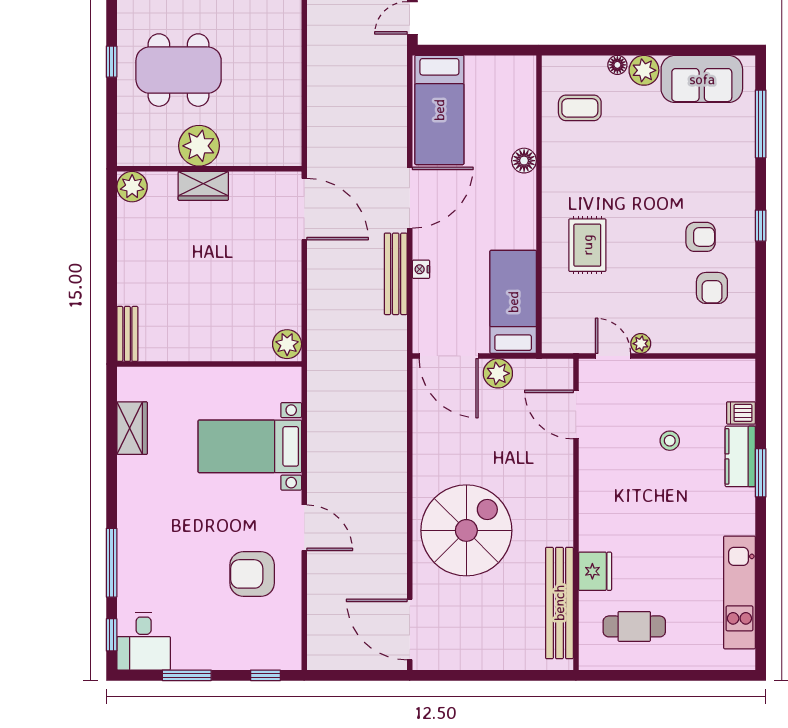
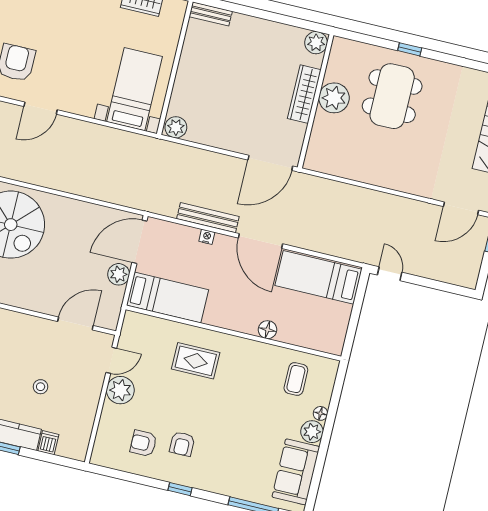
wardrobe: (203, 186) -> (304, 94), width x1.50
plant: (641, 344) -> (120, 390), width x1.88, depth x1.88
bed with nightstands: (250, 446) -> (135, 89), moved

